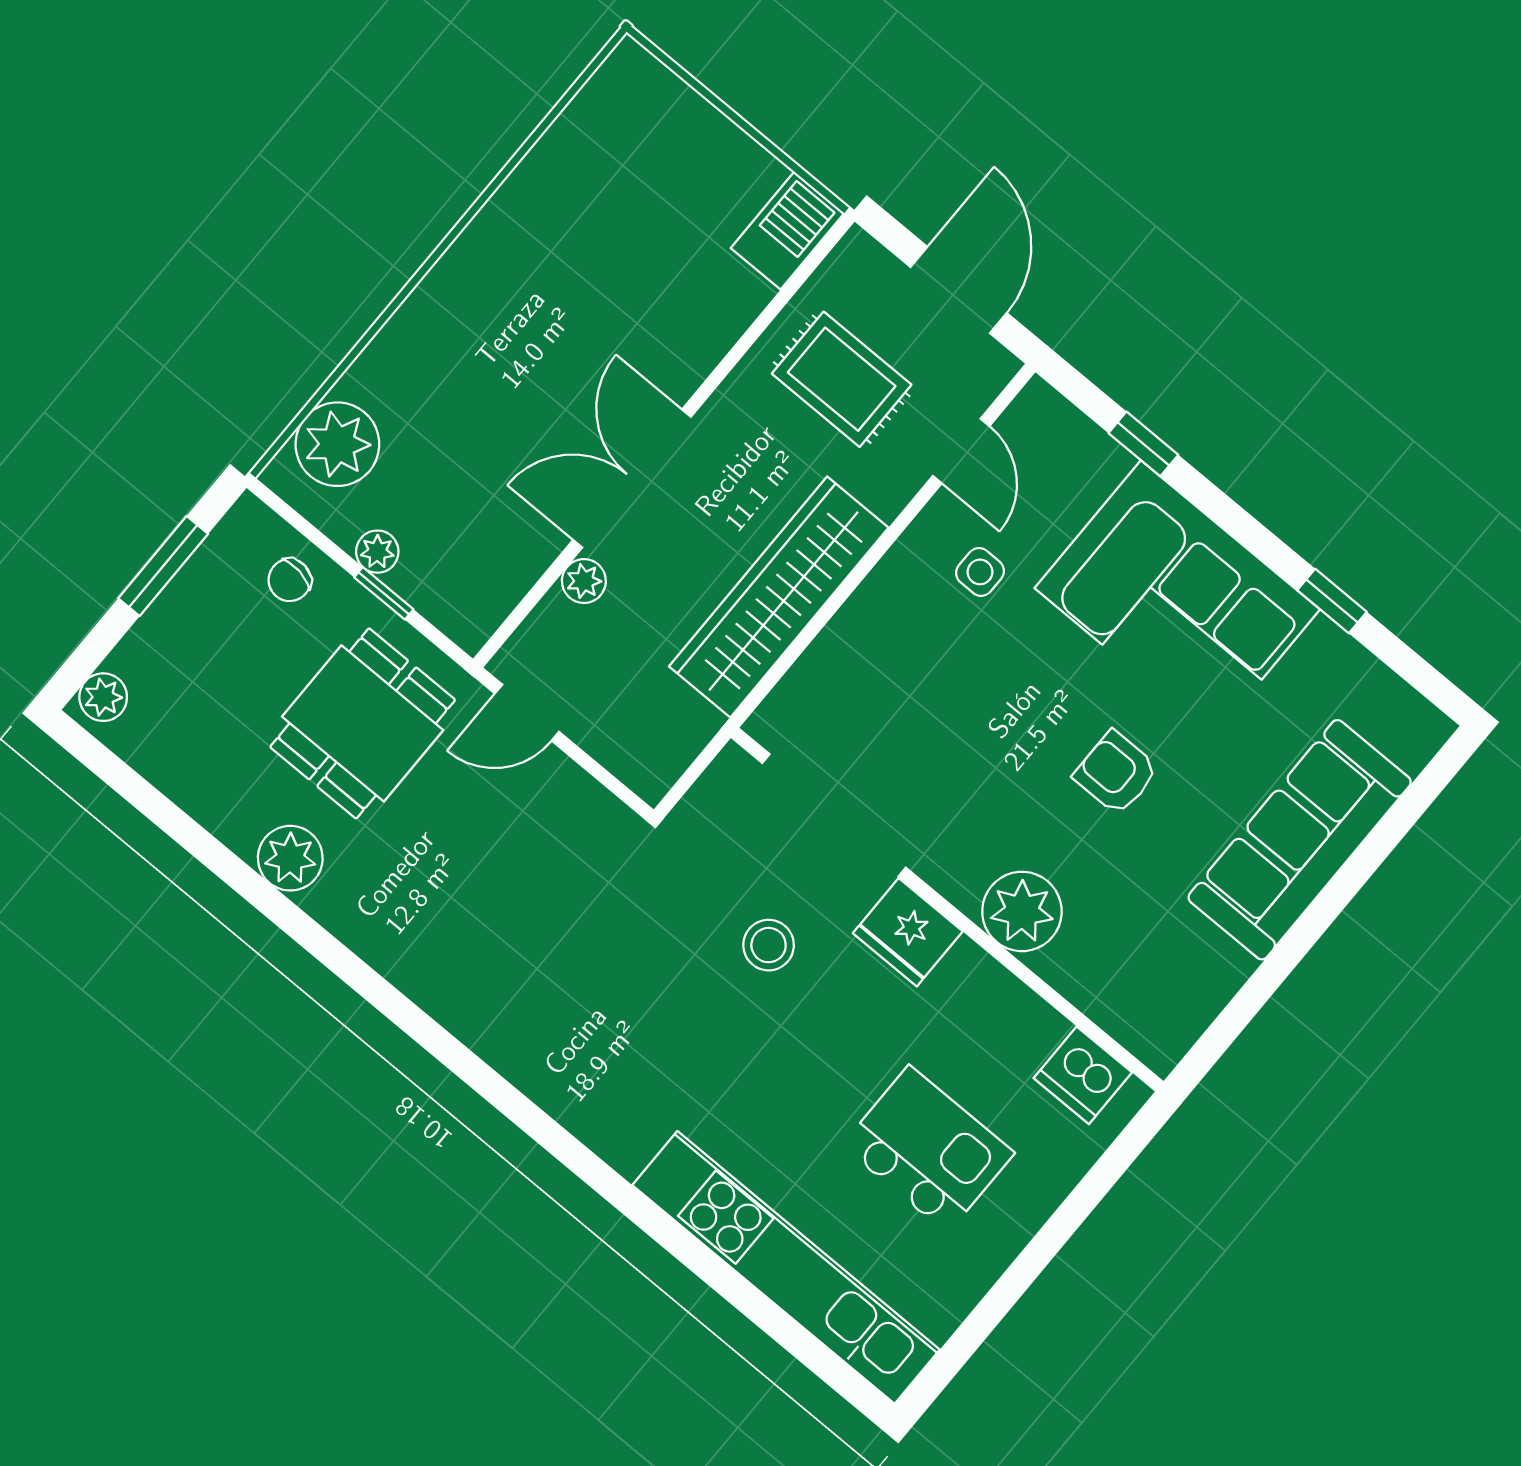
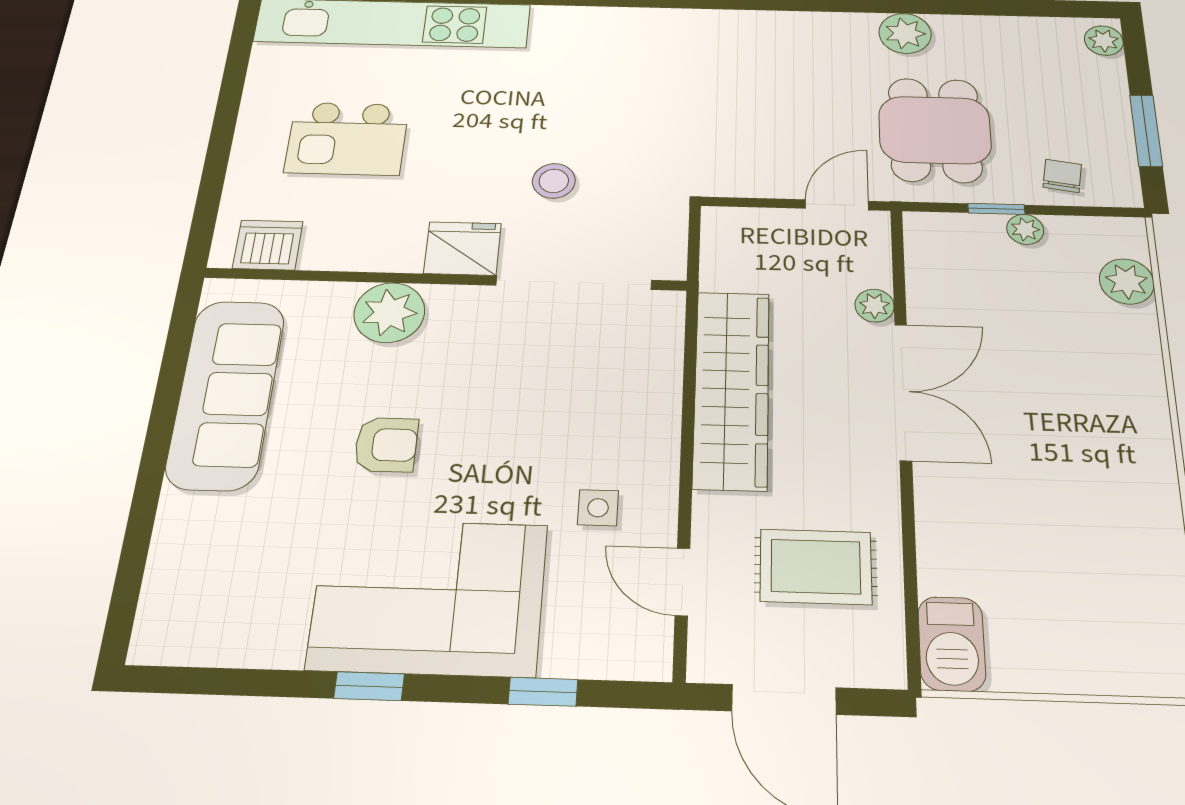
plant: (337, 444) -> (1127, 281), width x0.73, depth x0.73
window: (1332, 601) -> (369, 686), moved
sofa: (1300, 840) -> (226, 394), moved

